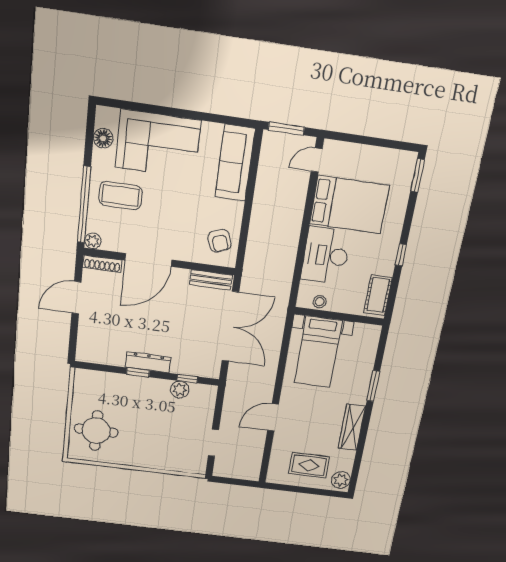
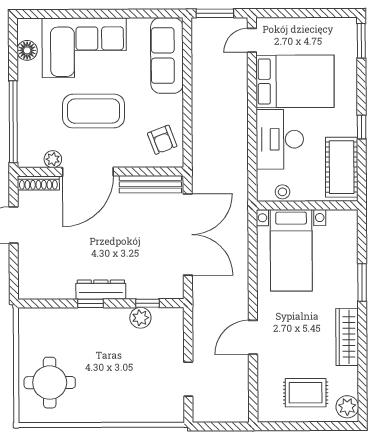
coffee table: (121, 196) -> (94, 111), moved, width x1.36, depth x1.32
plant: (93, 241) -> (53, 159), moved
bench: (211, 280) -> (150, 184), width x1.36
cot: (378, 295) -> (342, 167), width x1.37, depth x1.34

